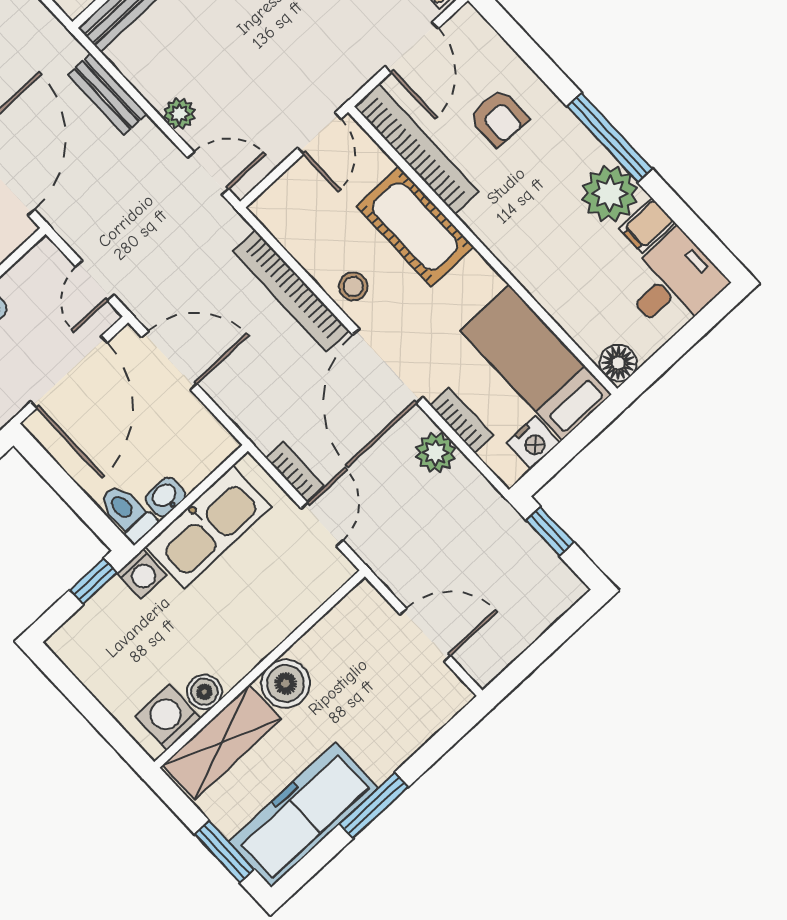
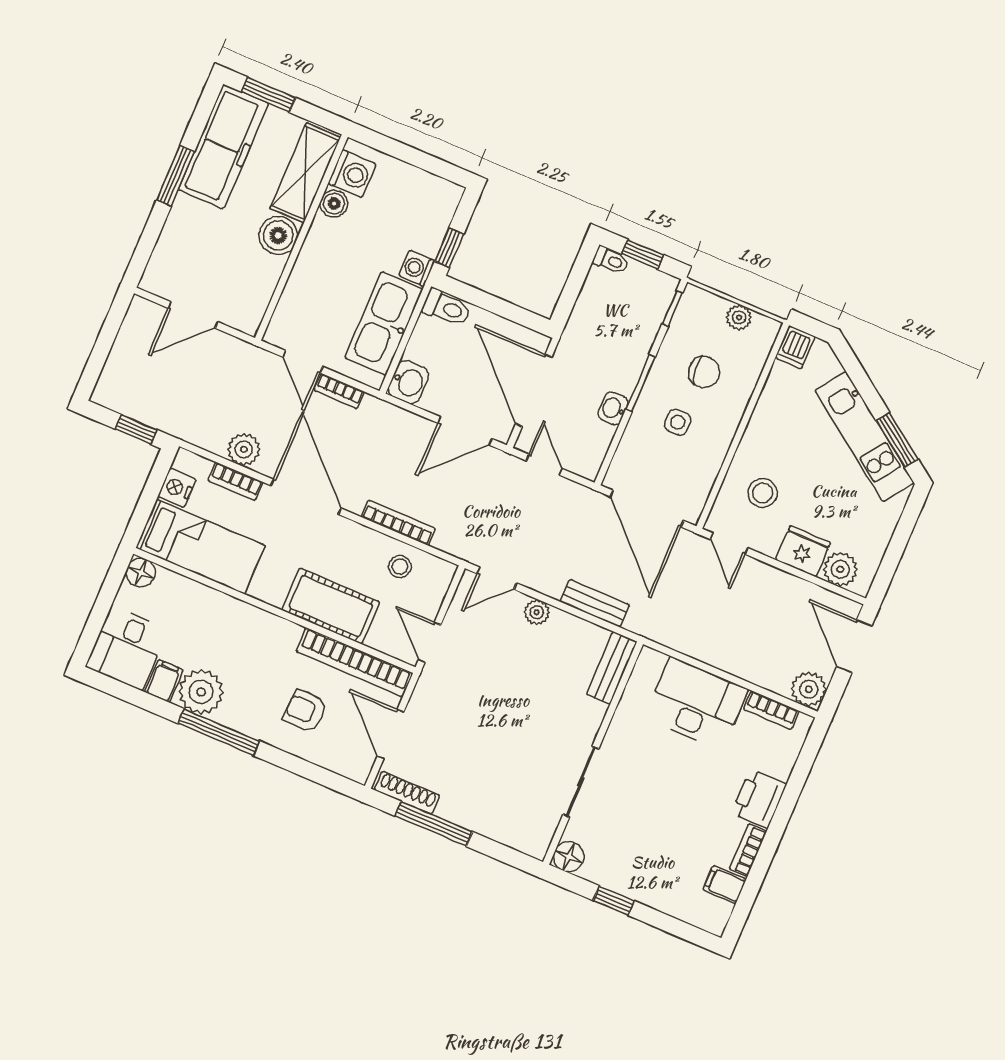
stool: (353, 286) -> (400, 567), moved
bookcase: (291, 291) -> (398, 523), width x0.68, depth x0.76
washbasin: (165, 497) -> (408, 382), moved, width x1.38, depth x1.45

